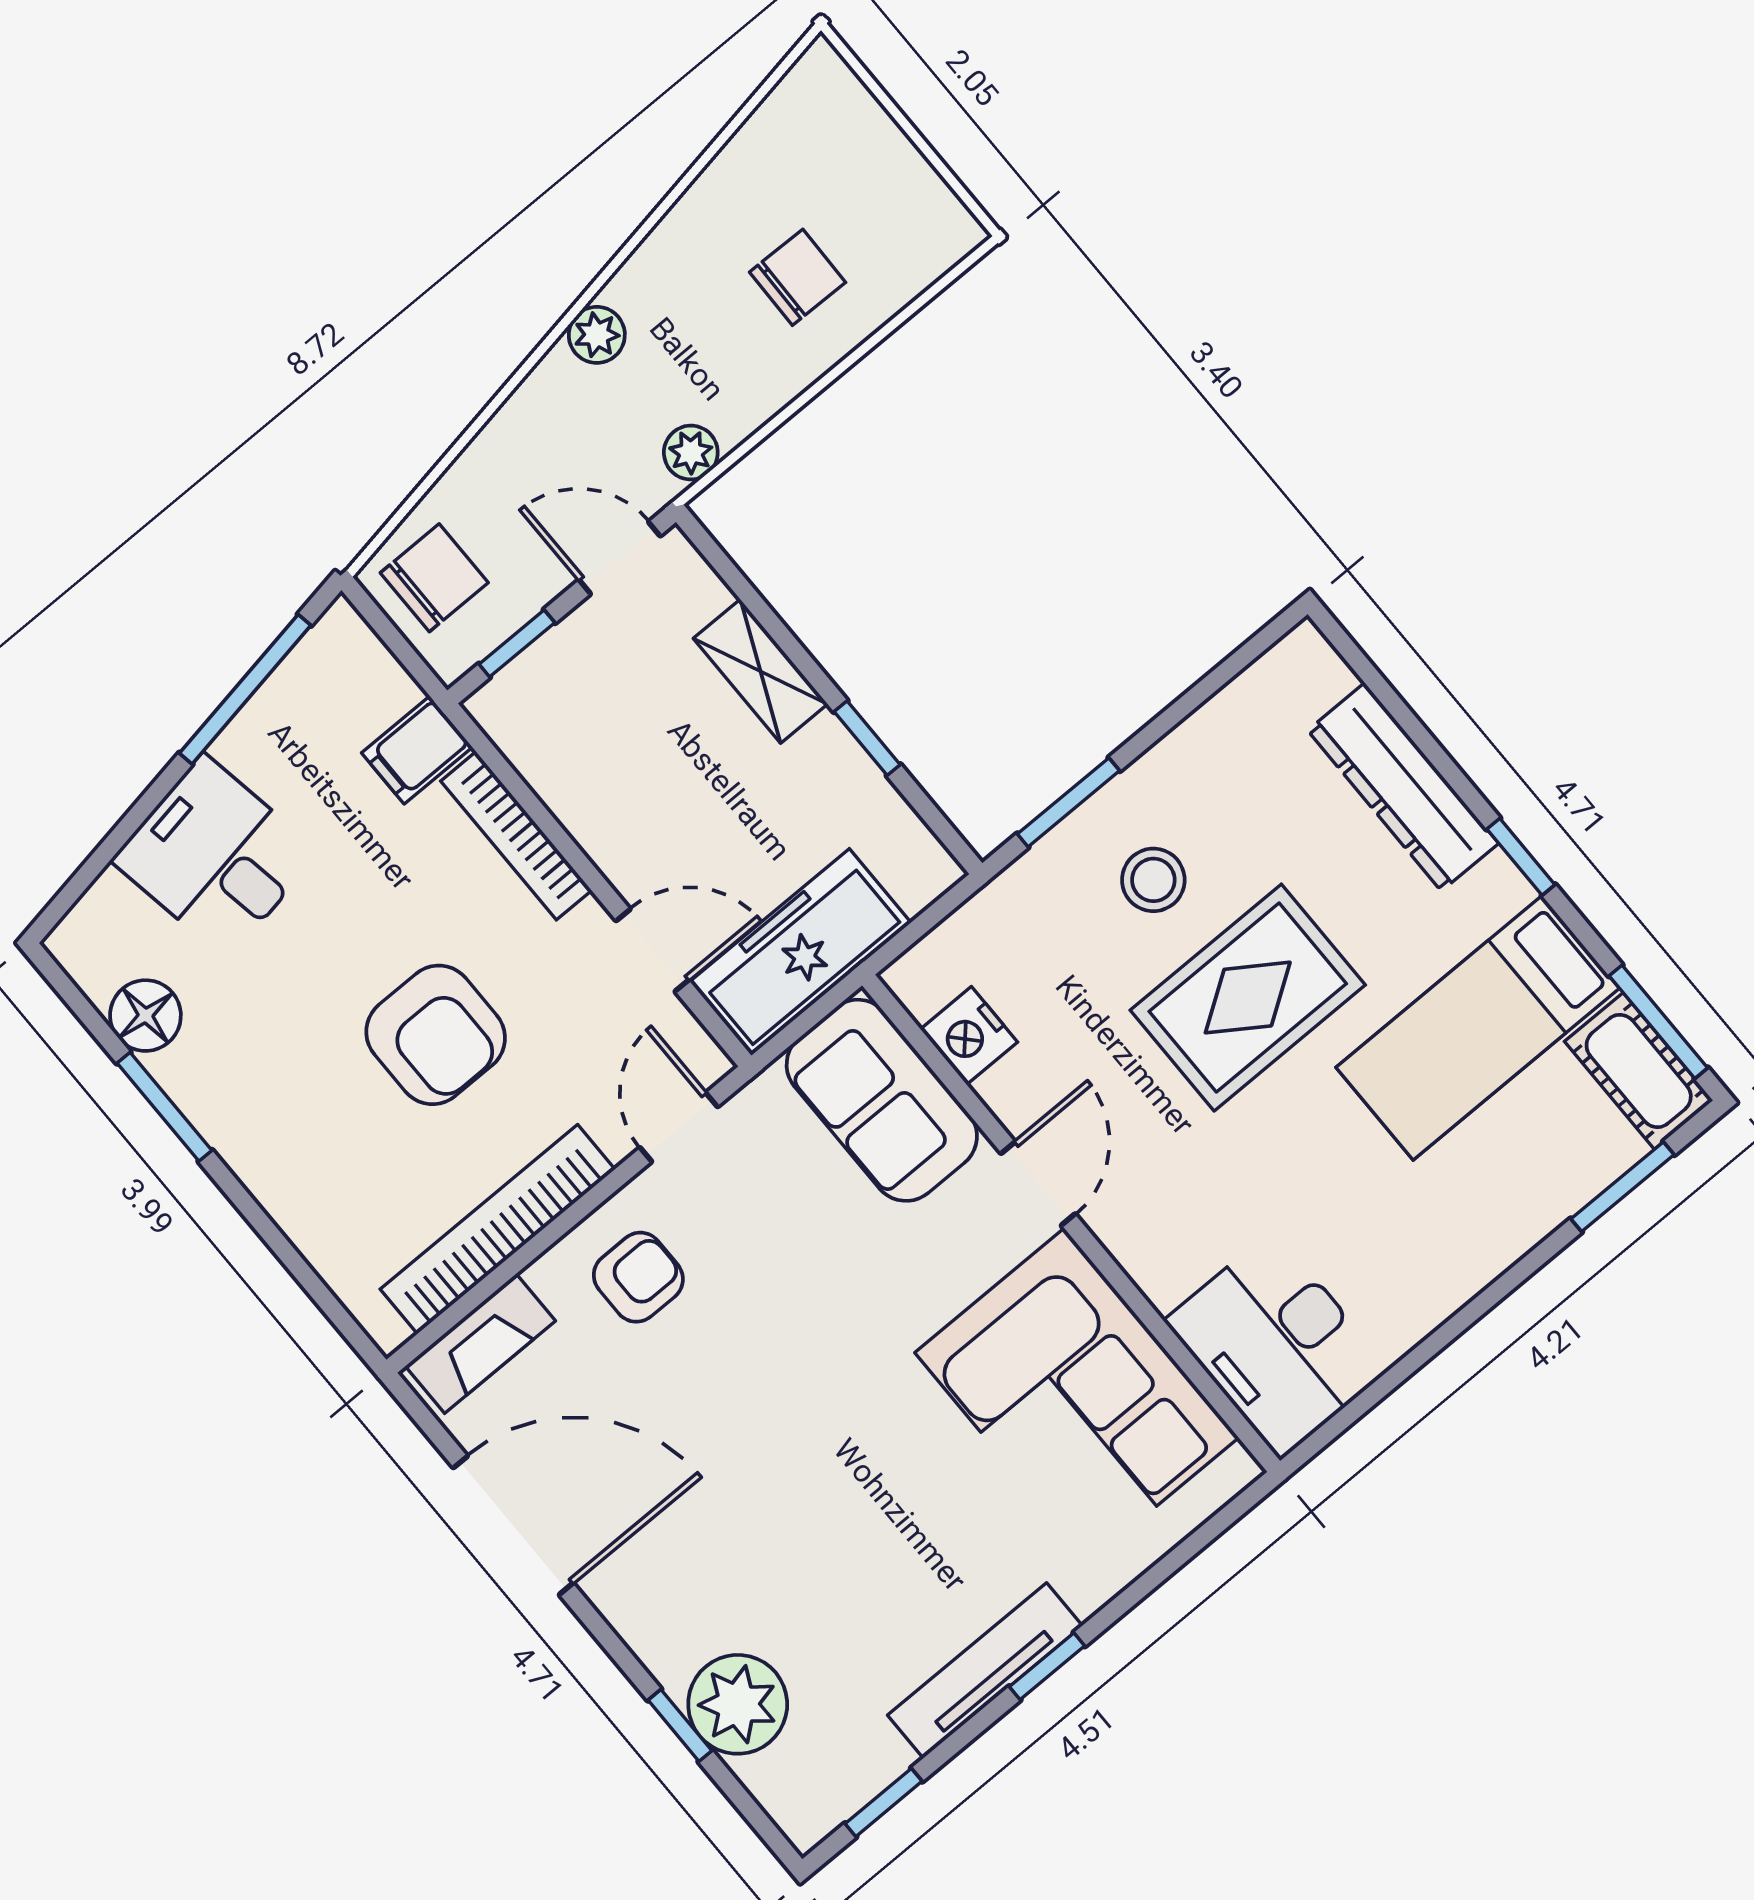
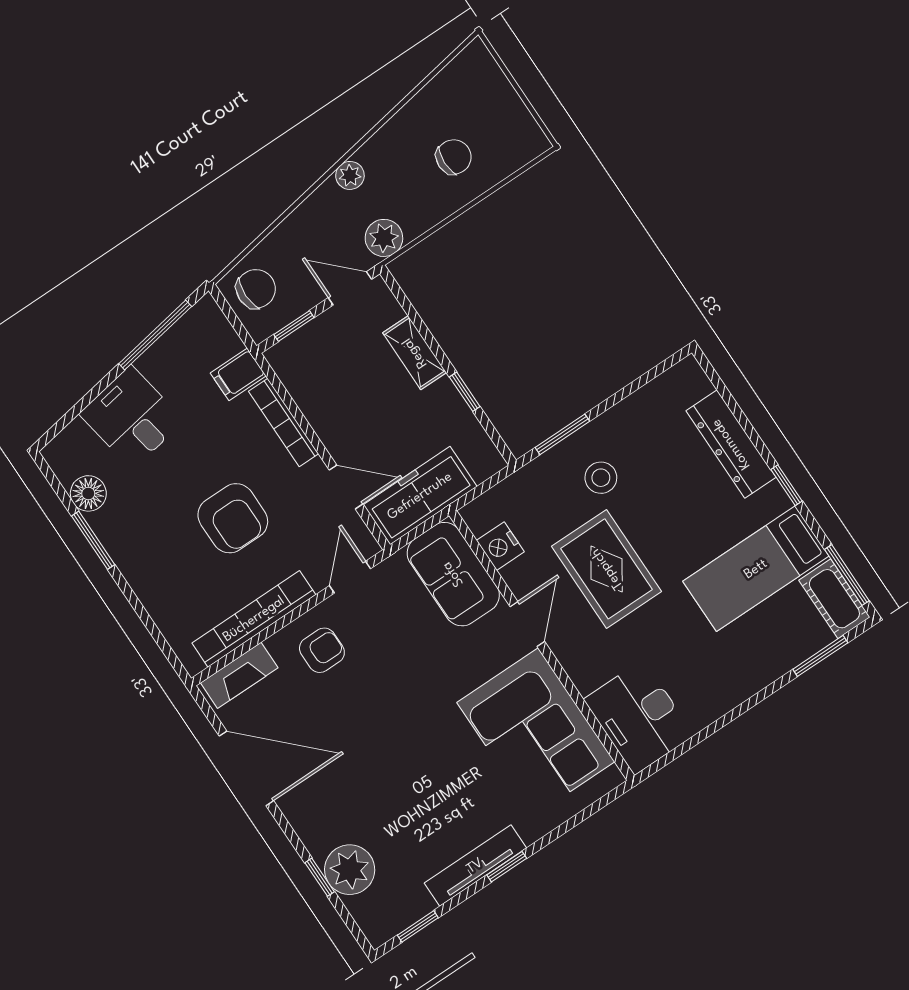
plant: (691, 453) -> (384, 238), width x1.38, depth x1.38
rug: (1248, 998) -> (607, 569), moved, turned 90

